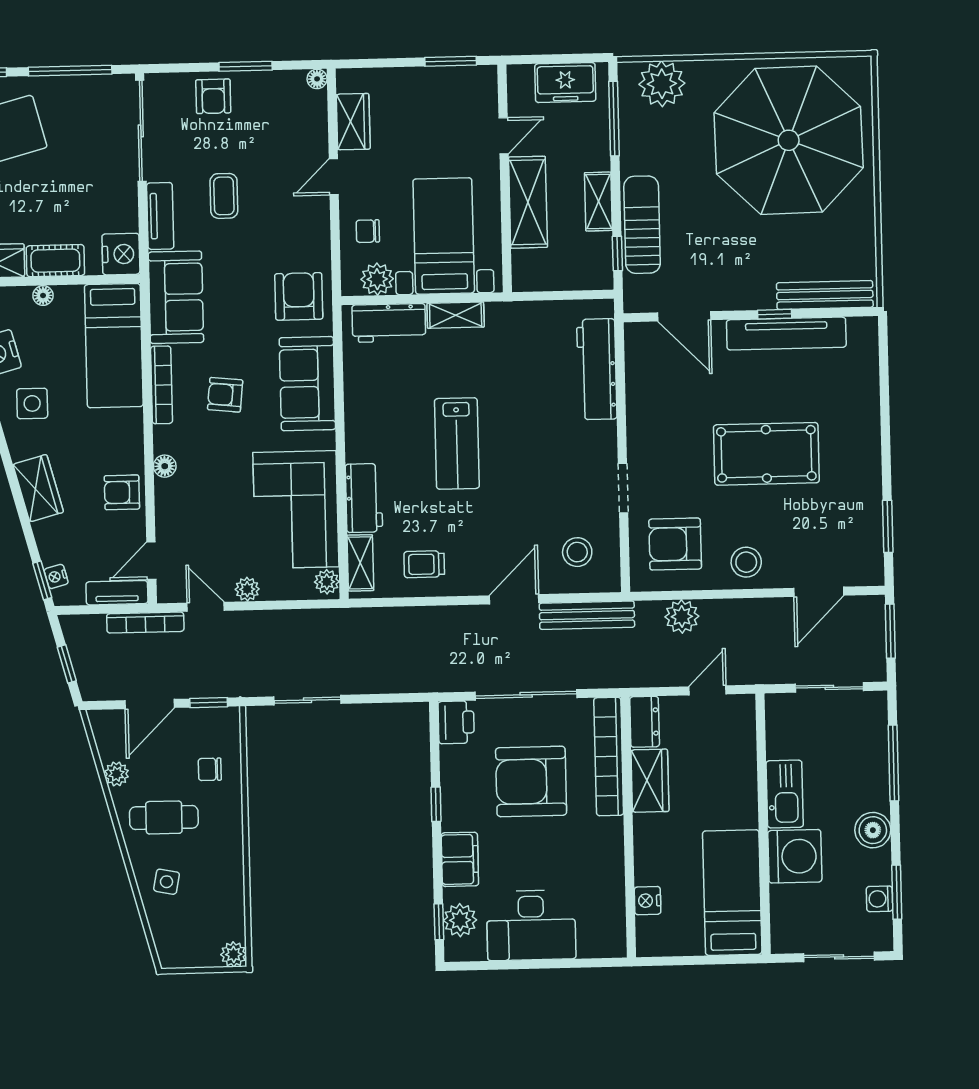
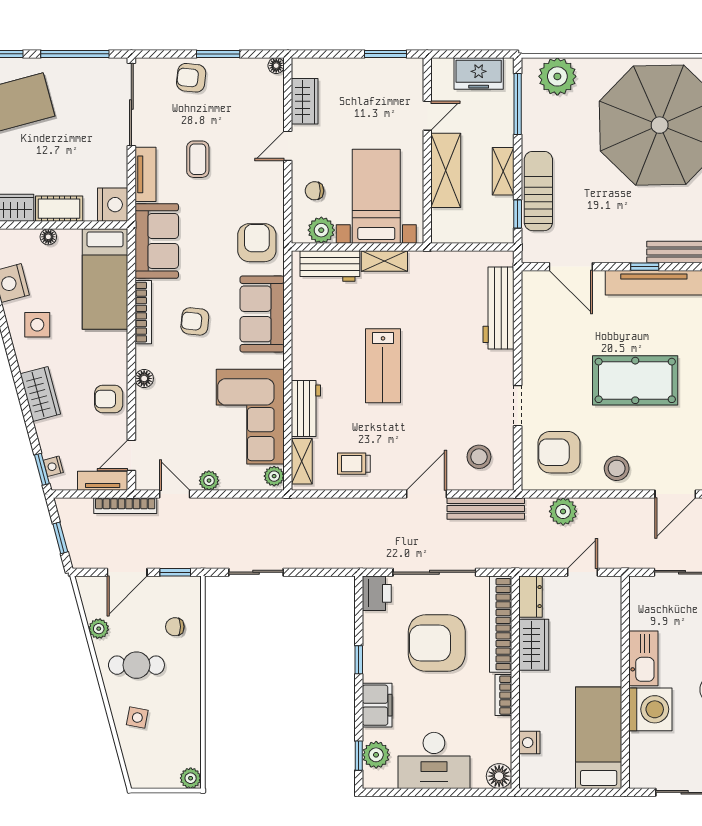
armchair: (213, 96) -> (191, 78), turned 96
bookcase: (614, 843) -> (503, 695), added
floor lamp: (611, 943) -> (499, 776), added

